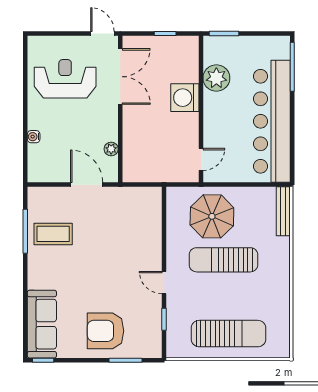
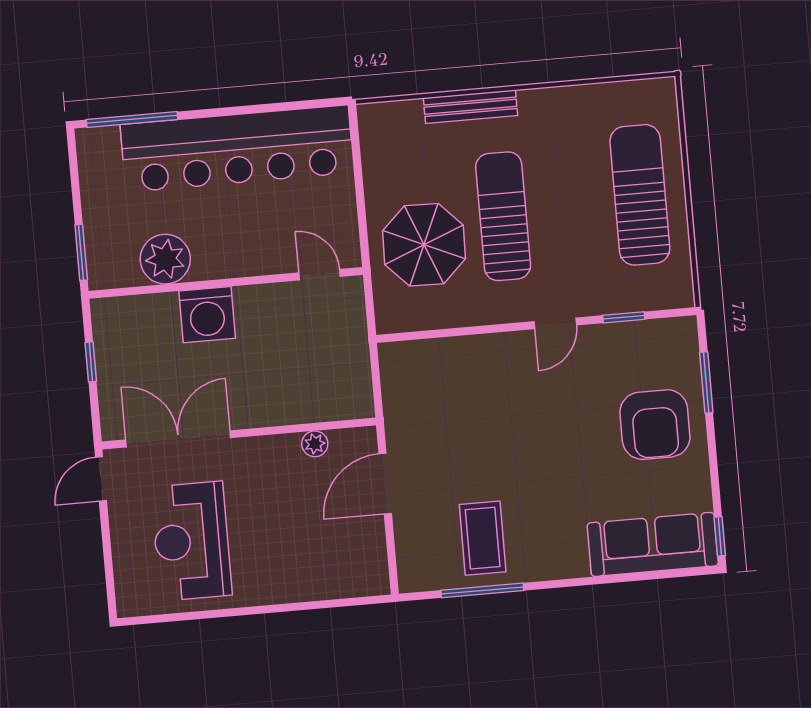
water cooler: (34, 137) -> (305, 590), removed
bench: (283, 211) -> (470, 107), moved
sun lounger: (223, 260) -> (503, 216), turned 180

